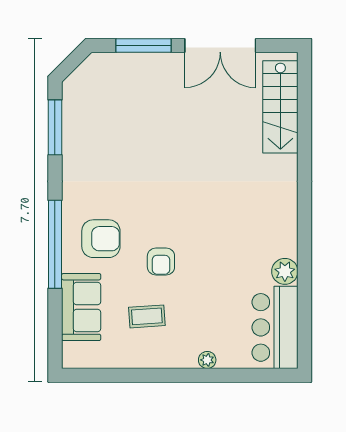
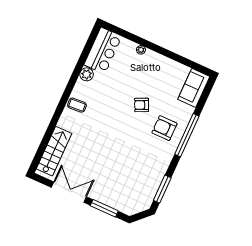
armchair: (161, 261) -> (142, 105), turned -115
sofa: (81, 307) -> (194, 88), moved
coffee table: (147, 316) -> (77, 105), moved

